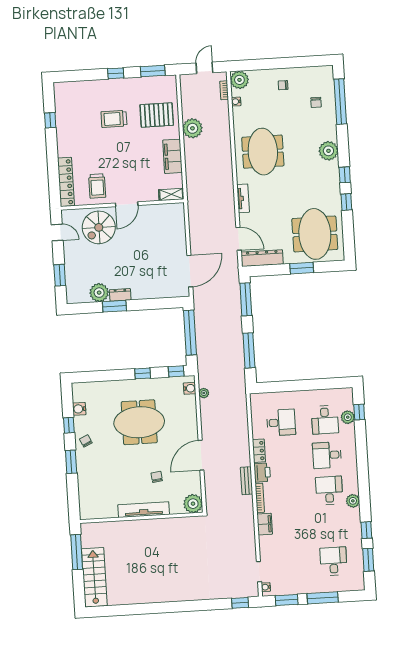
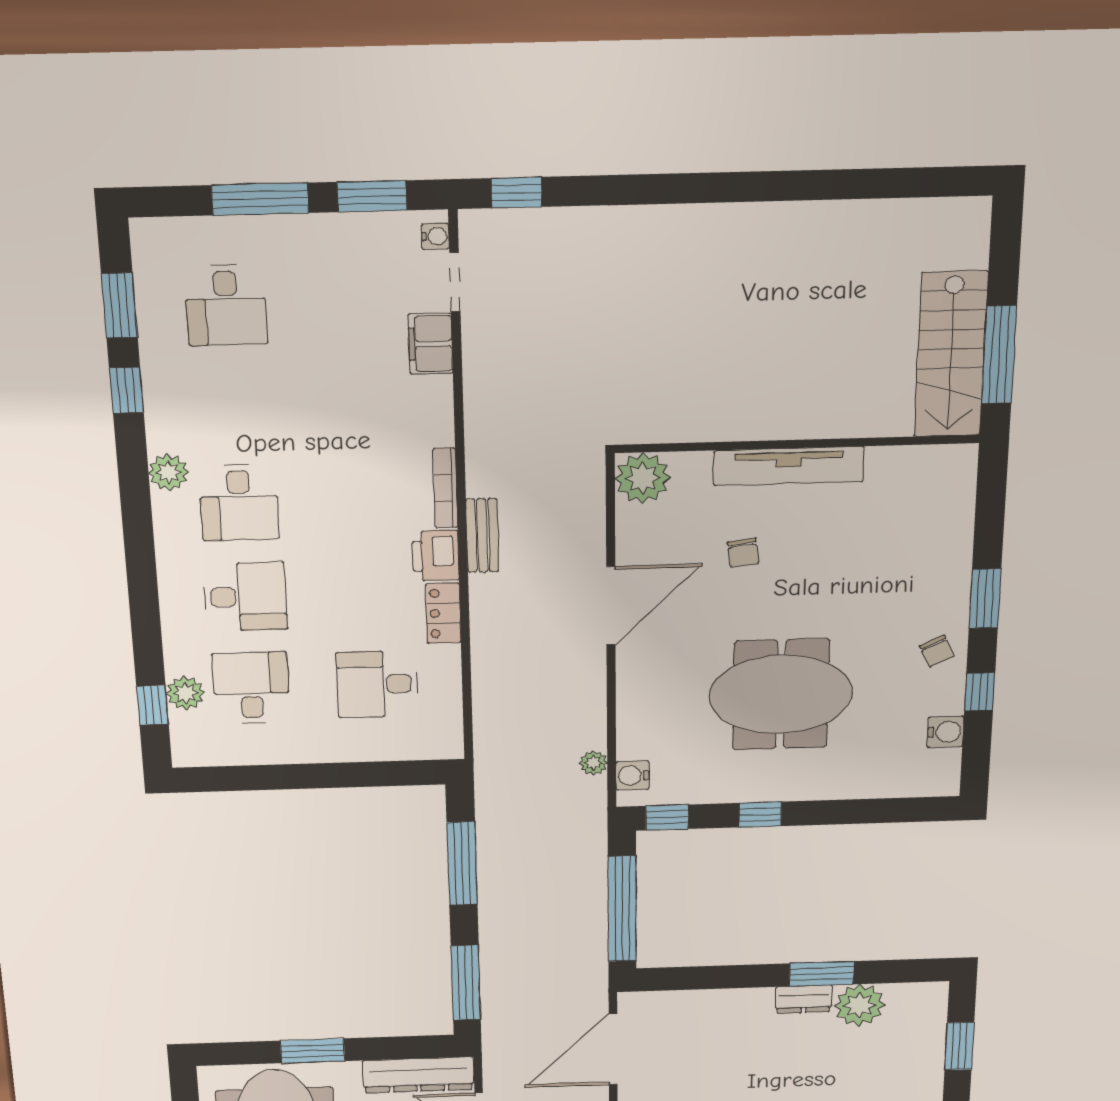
filing cabinet: (265, 524) -> (431, 344), moved
stairs: (94, 577) -> (951, 354), moved

